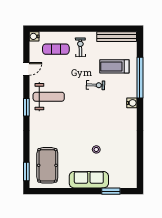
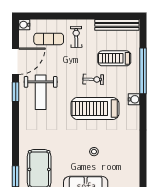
door: (26, 69) -> (16, 61), width x1.88
weight bench: (49, 97) -> (41, 92), turned 90
window: (26, 107) -> (16, 92), moved
treadmill: (97, 111) -> (95, 109), added

